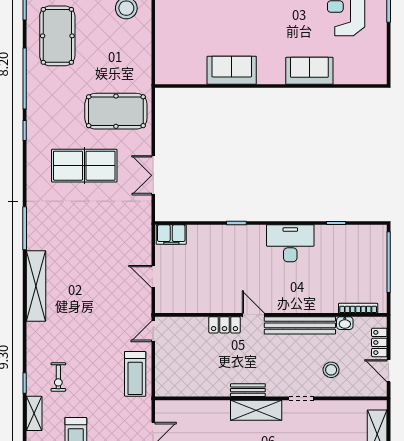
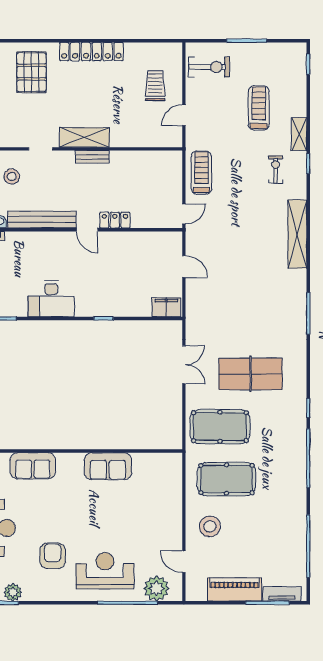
pool table: (57, 36) -> (226, 479), moved, turned 90
shelving: (36, 286) -> (297, 234), moved

